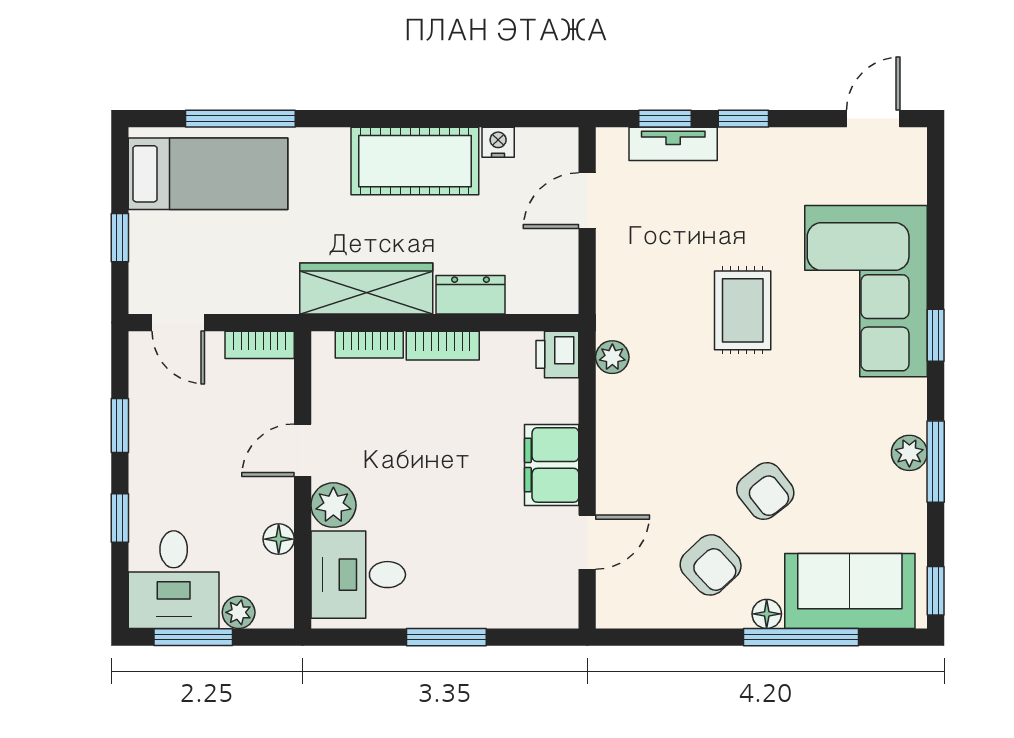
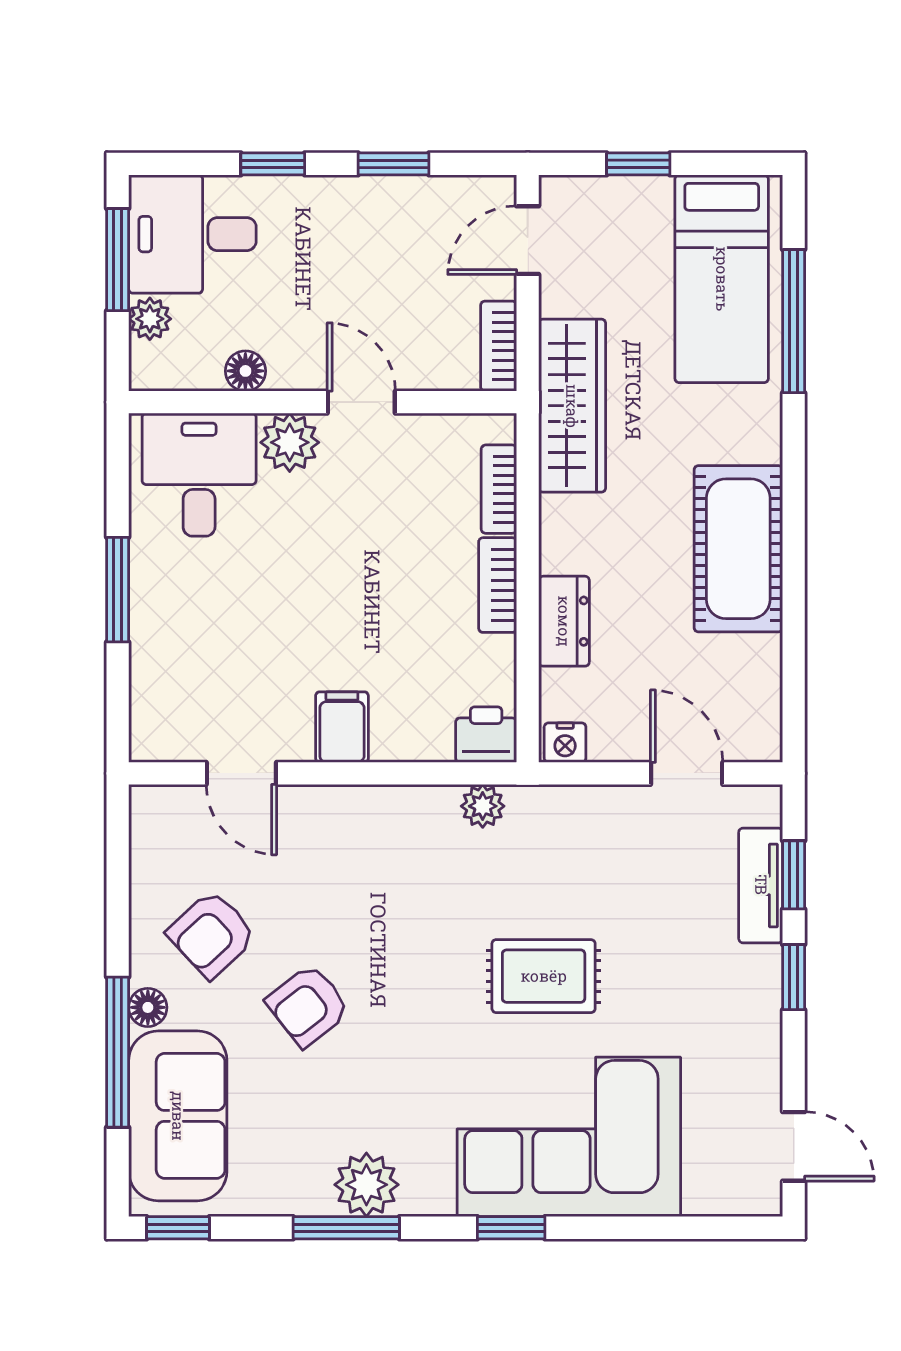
nightstand: (498, 142) -> (565, 743), moved, turned 90
wardrobe: (366, 288) -> (572, 406), moved
plant: (909, 453) -> (366, 1185), width x1.38, depth x1.38
filing cabinet: (552, 465) -> (342, 727), width x0.50

